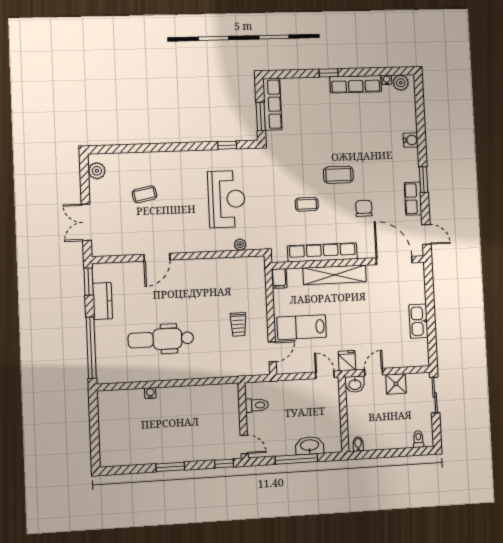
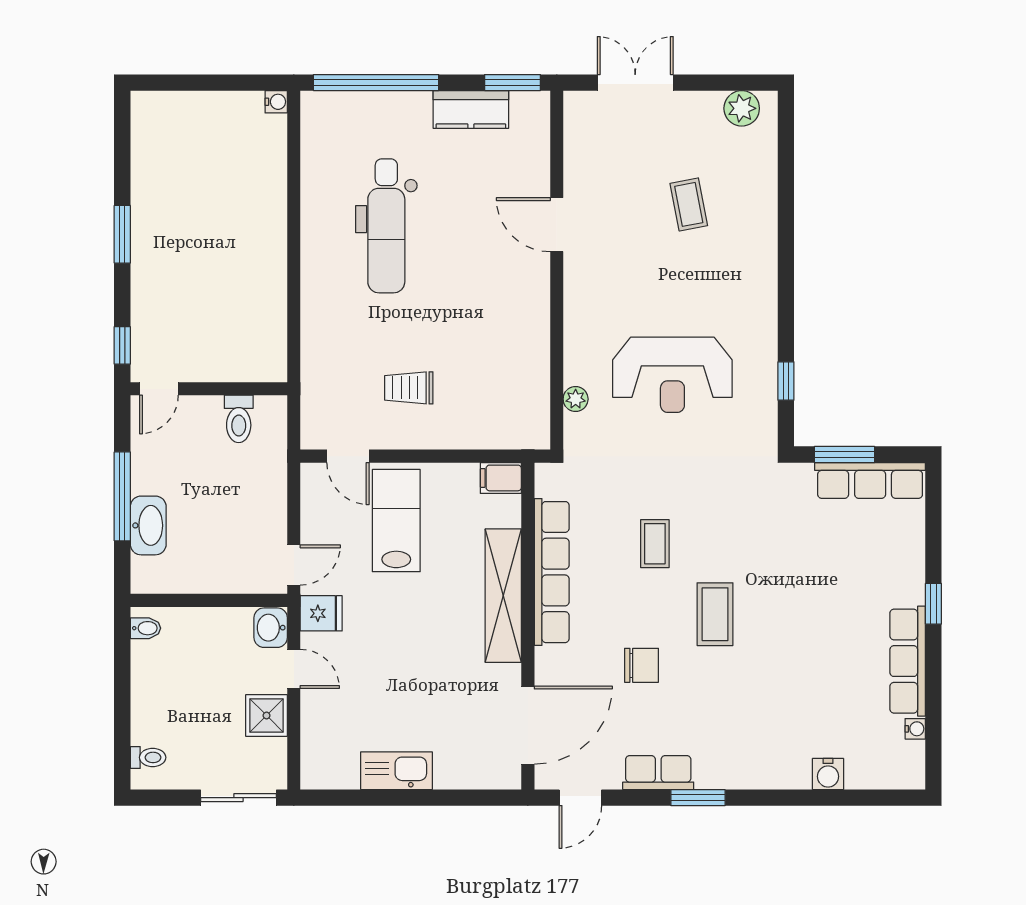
plant: (401, 83) -> (908, 759), removed
water cooler: (411, 140) -> (828, 774), moved
dental chair: (161, 339) -> (386, 226), turned 180
water cooler: (150, 393) -> (276, 102), moved

